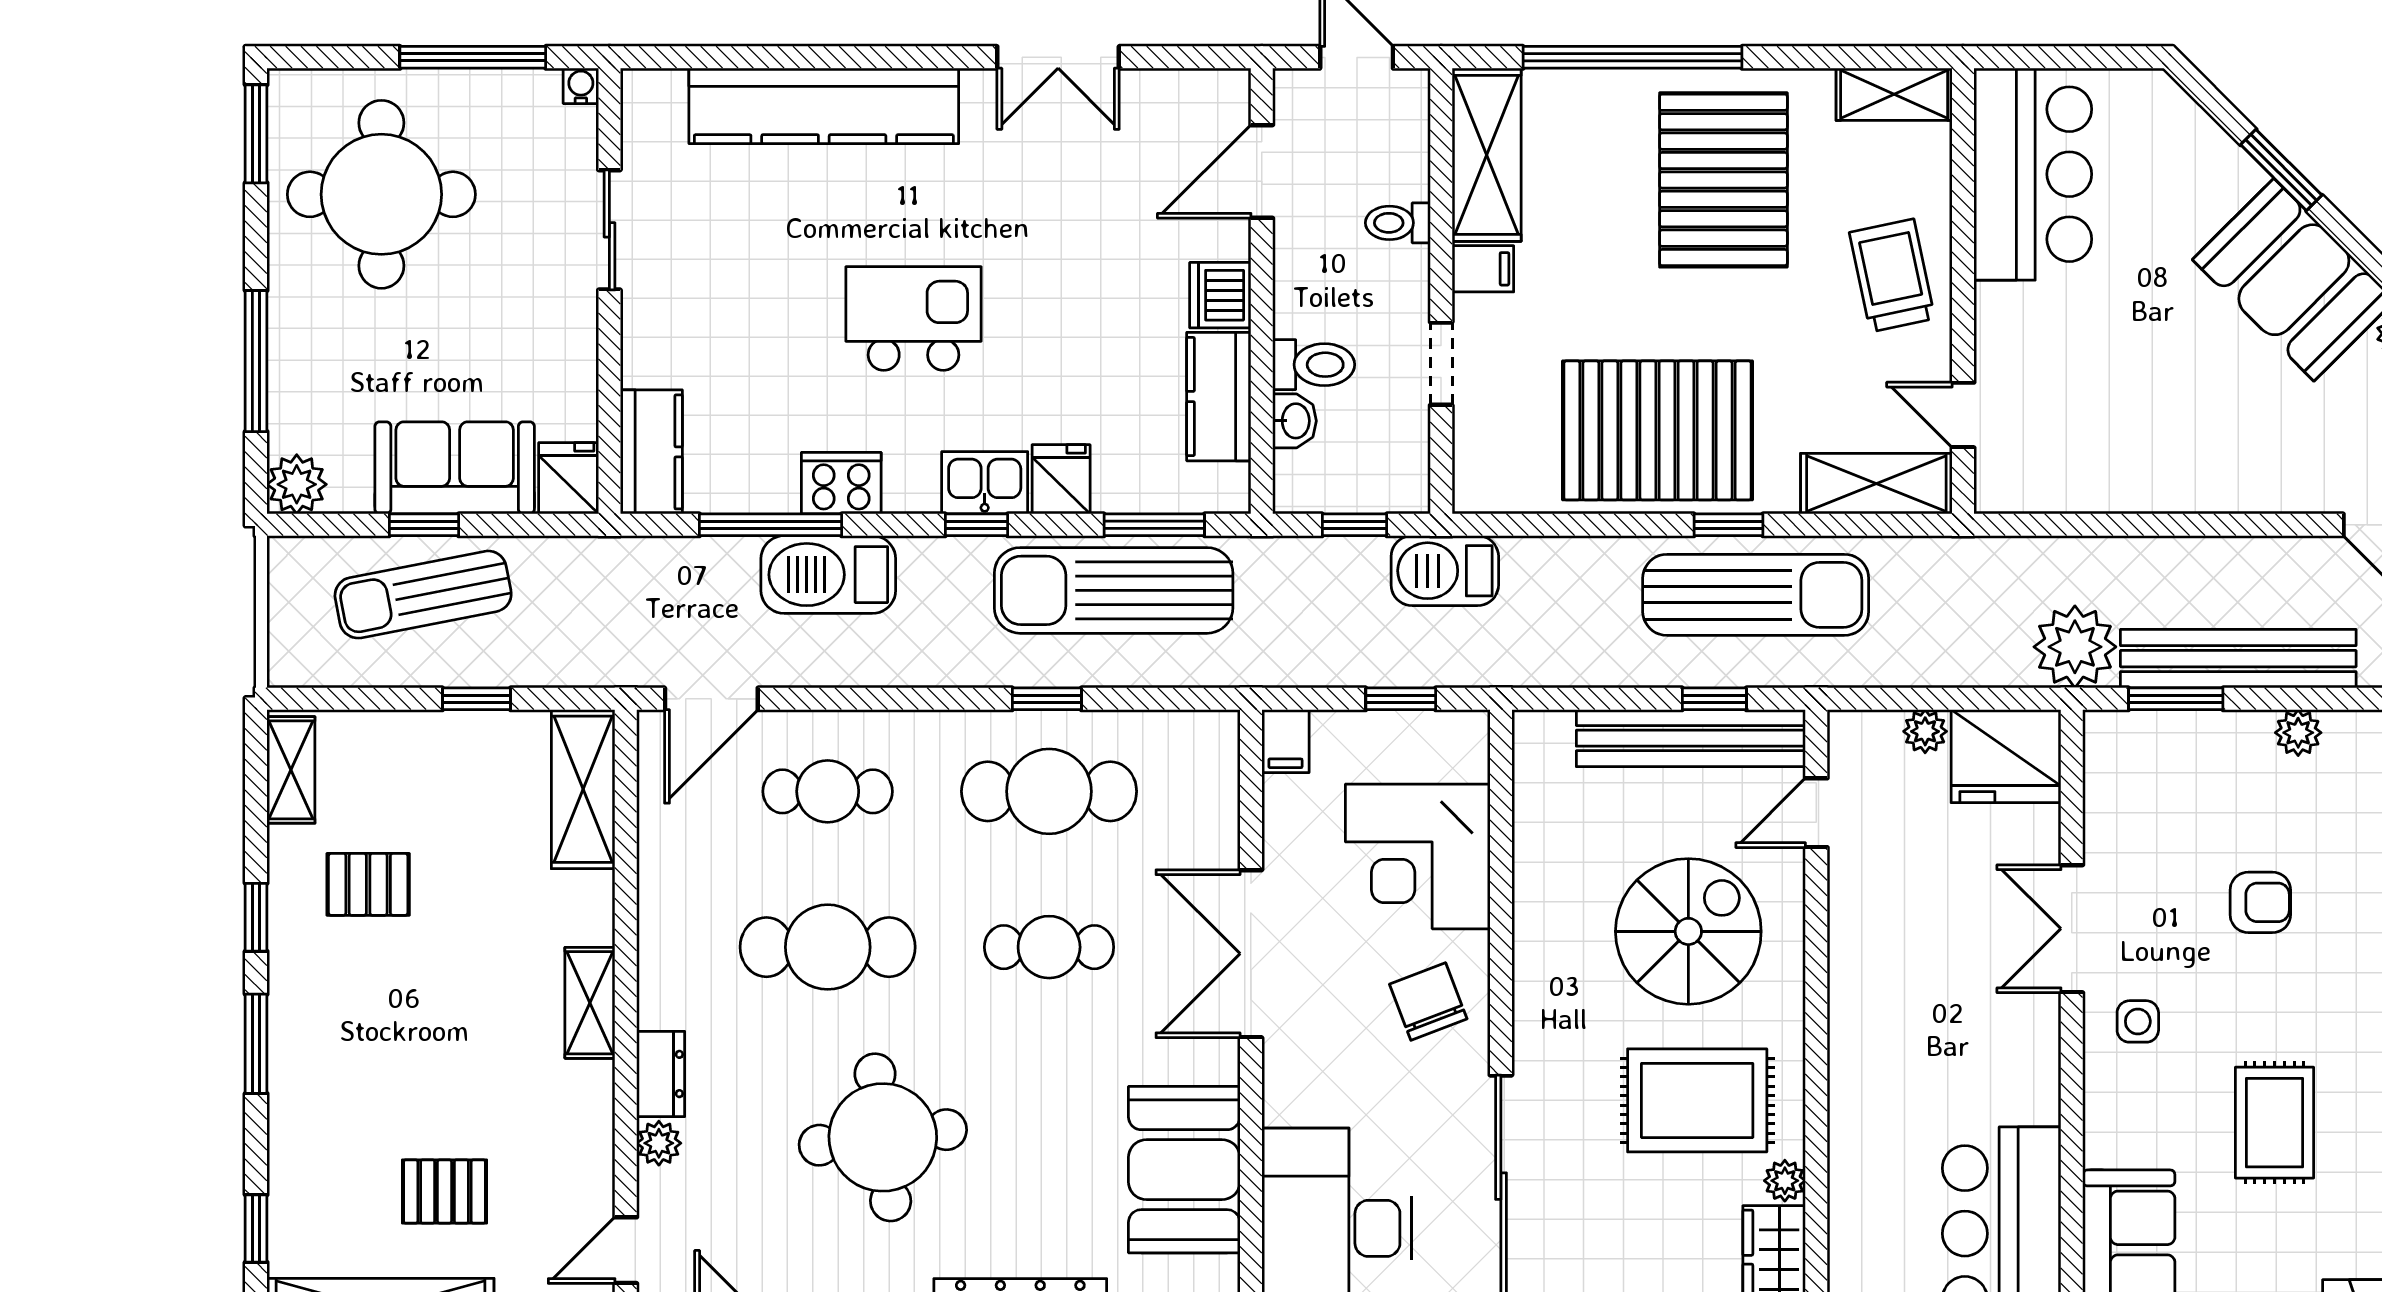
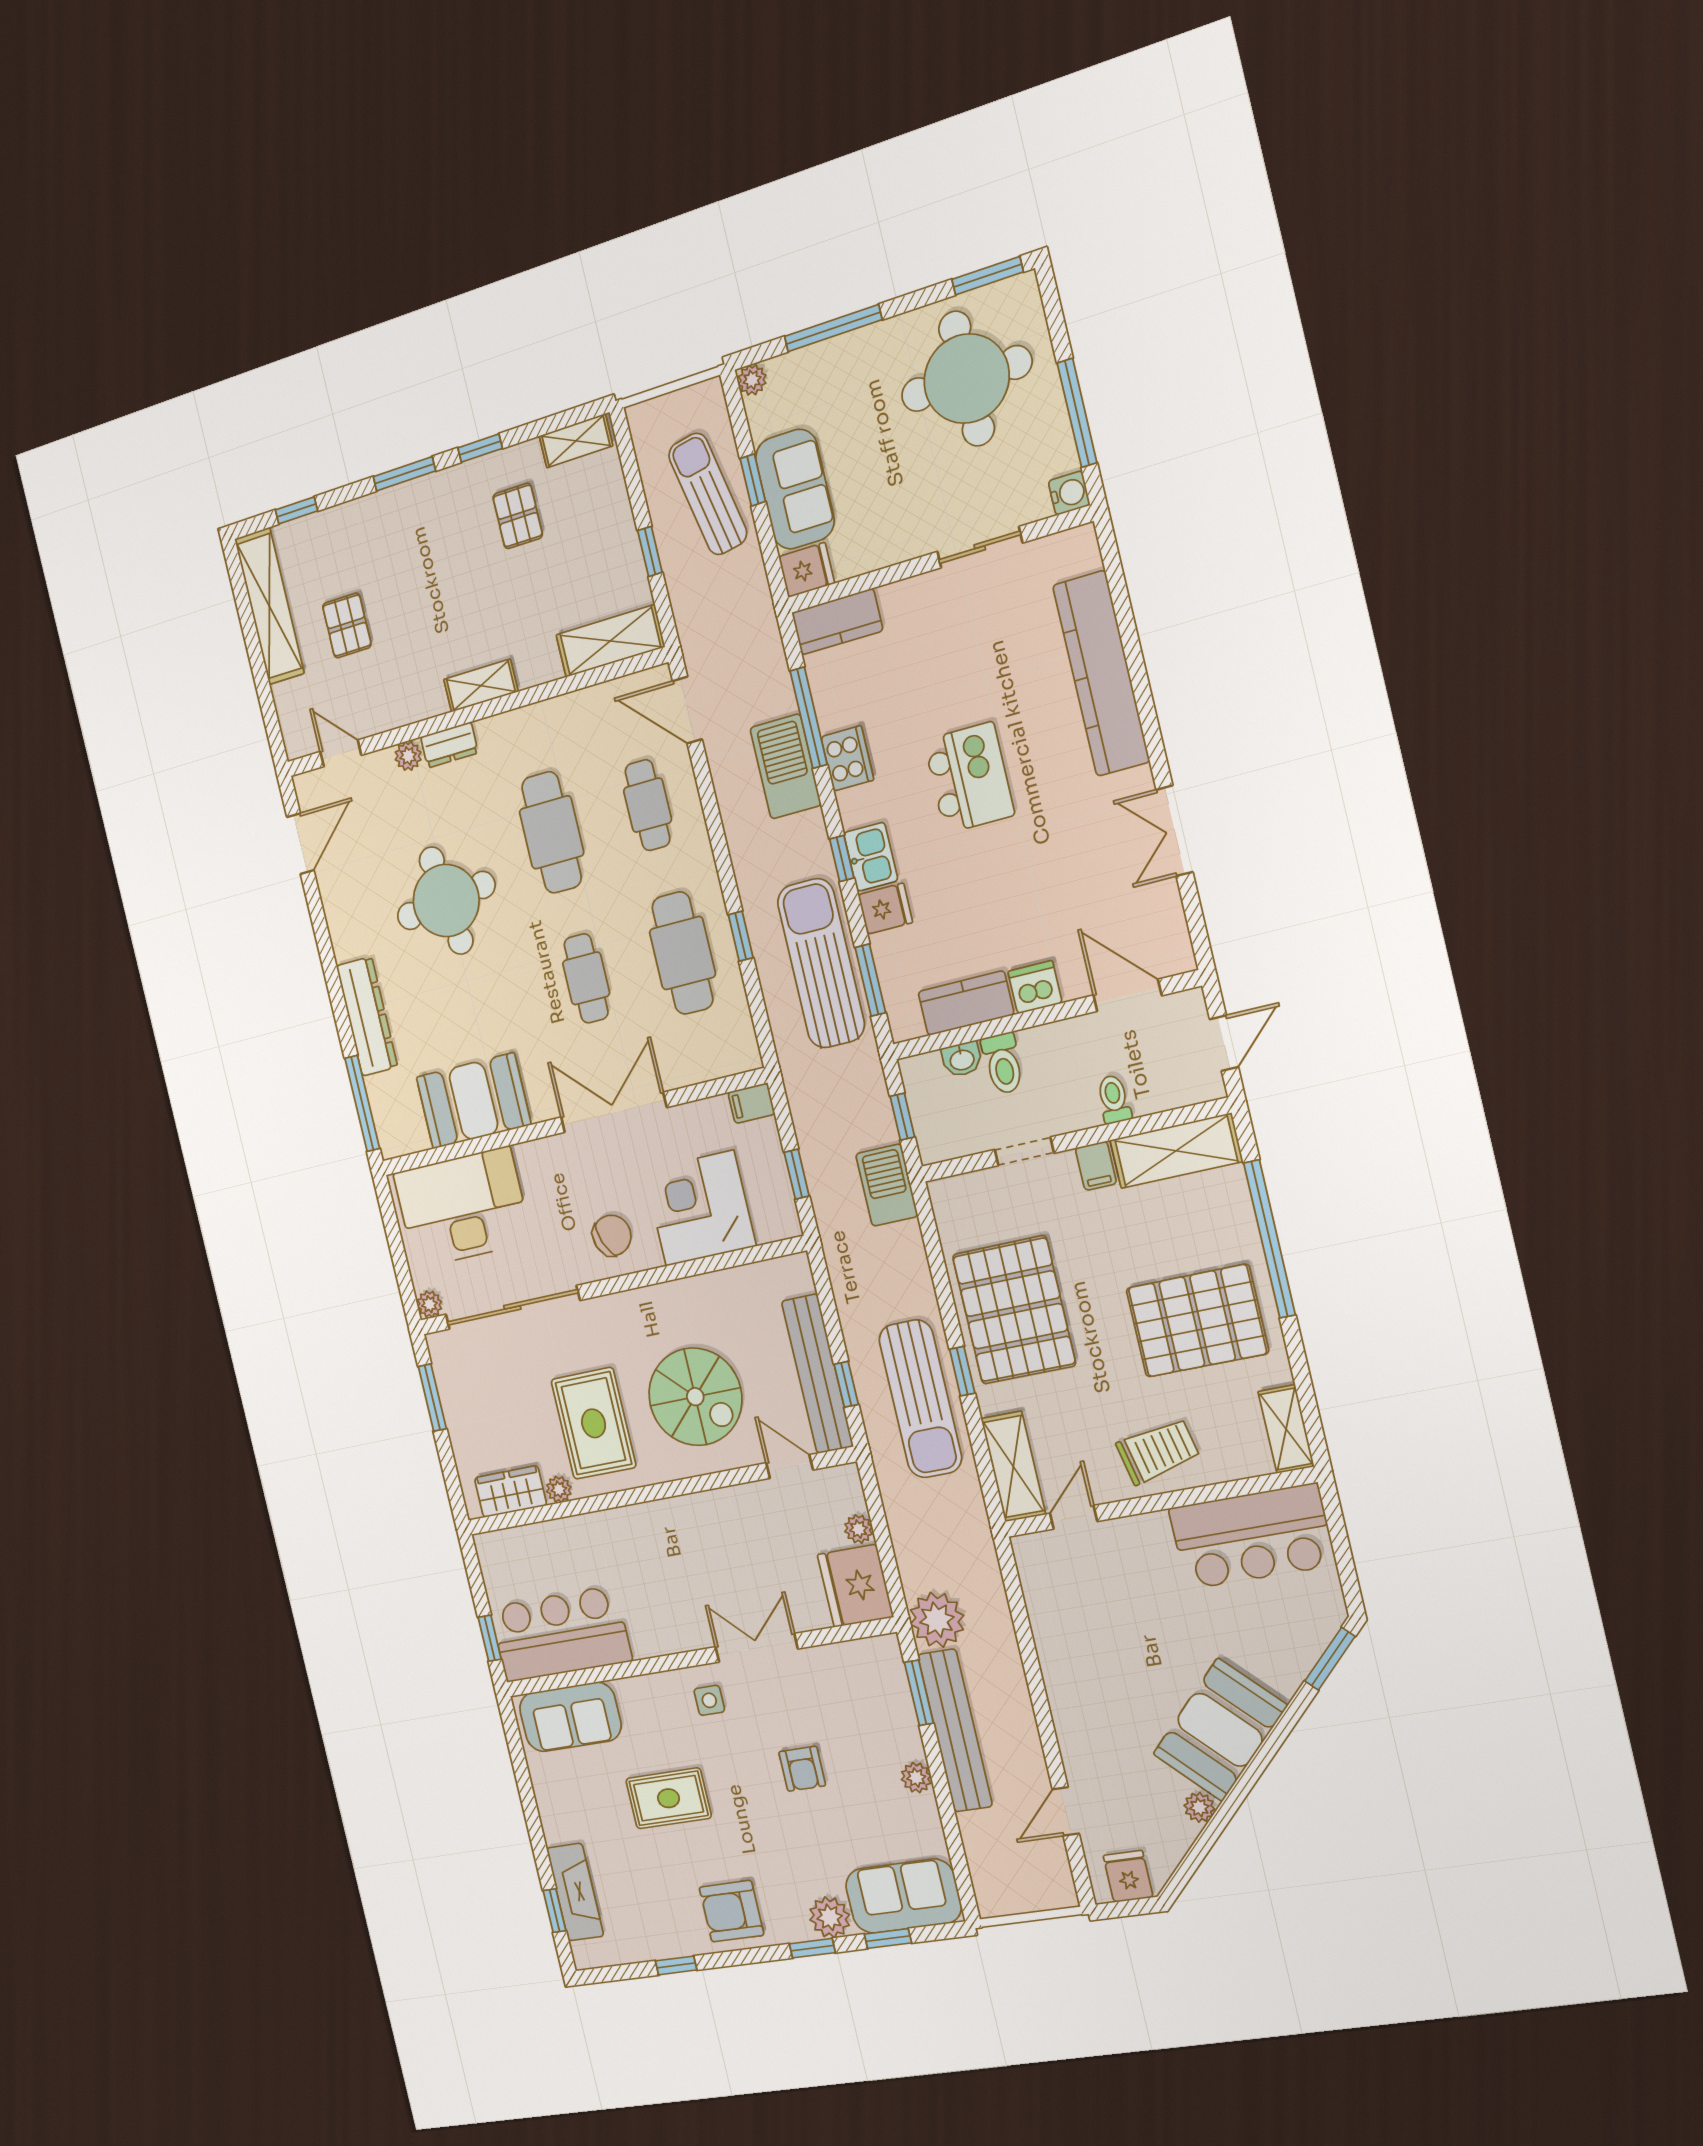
water cooler: (581, 86) -> (1069, 493), width x1.38, depth x1.38
window: (2281, 170) -> (1330, 1659), moved
plant: (297, 484) -> (752, 380), width x0.73, depth x0.73

